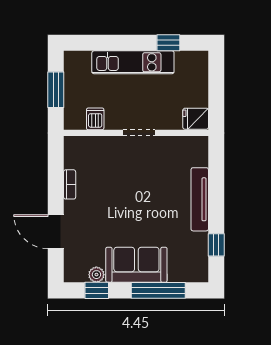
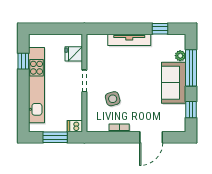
kitchen unit: (133, 62) -> (36, 85), width x1.36
dishwasher: (95, 119) -> (75, 126), moved
fridge: (196, 119) -> (74, 54), moved, turned 90
side table: (113, 175) -> (113, 99), added
plant: (96, 275) -> (180, 56), moved

